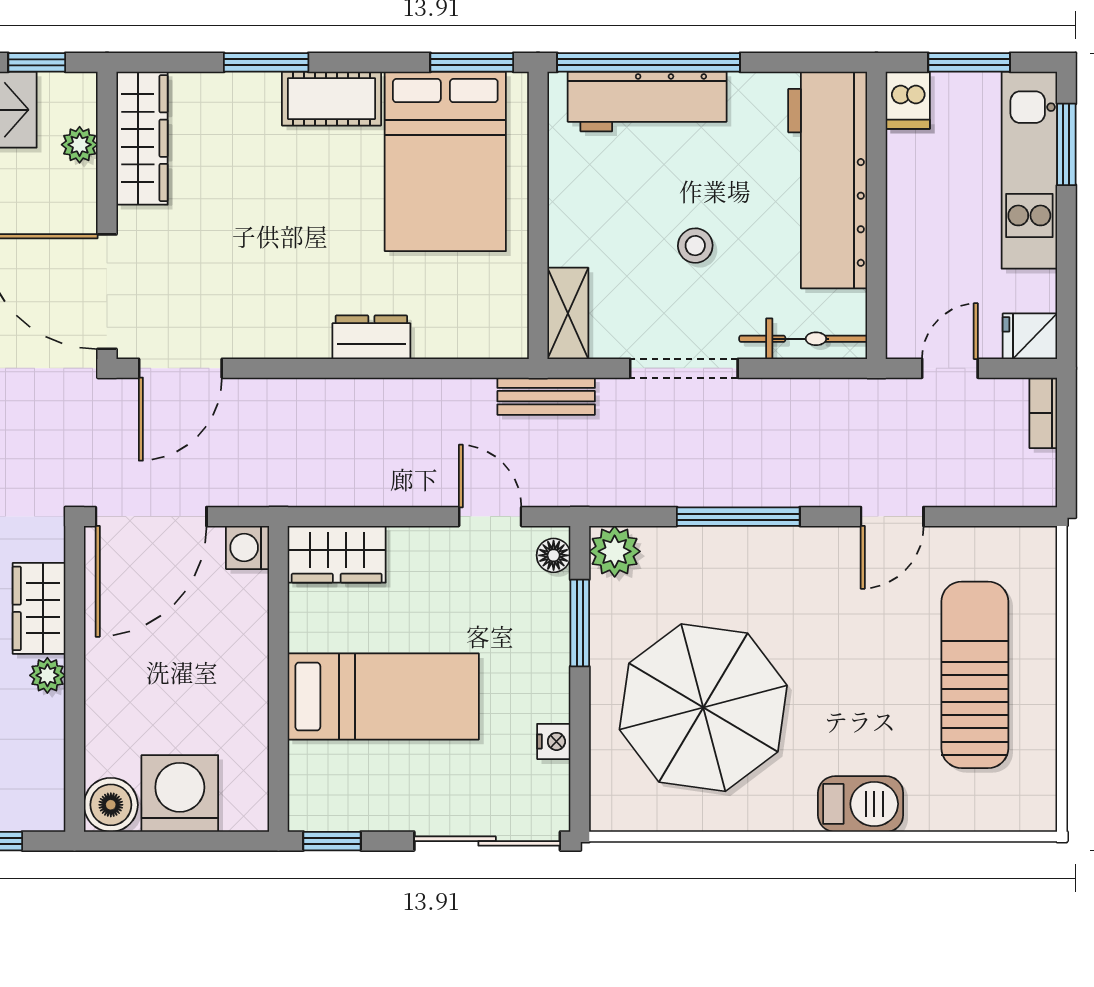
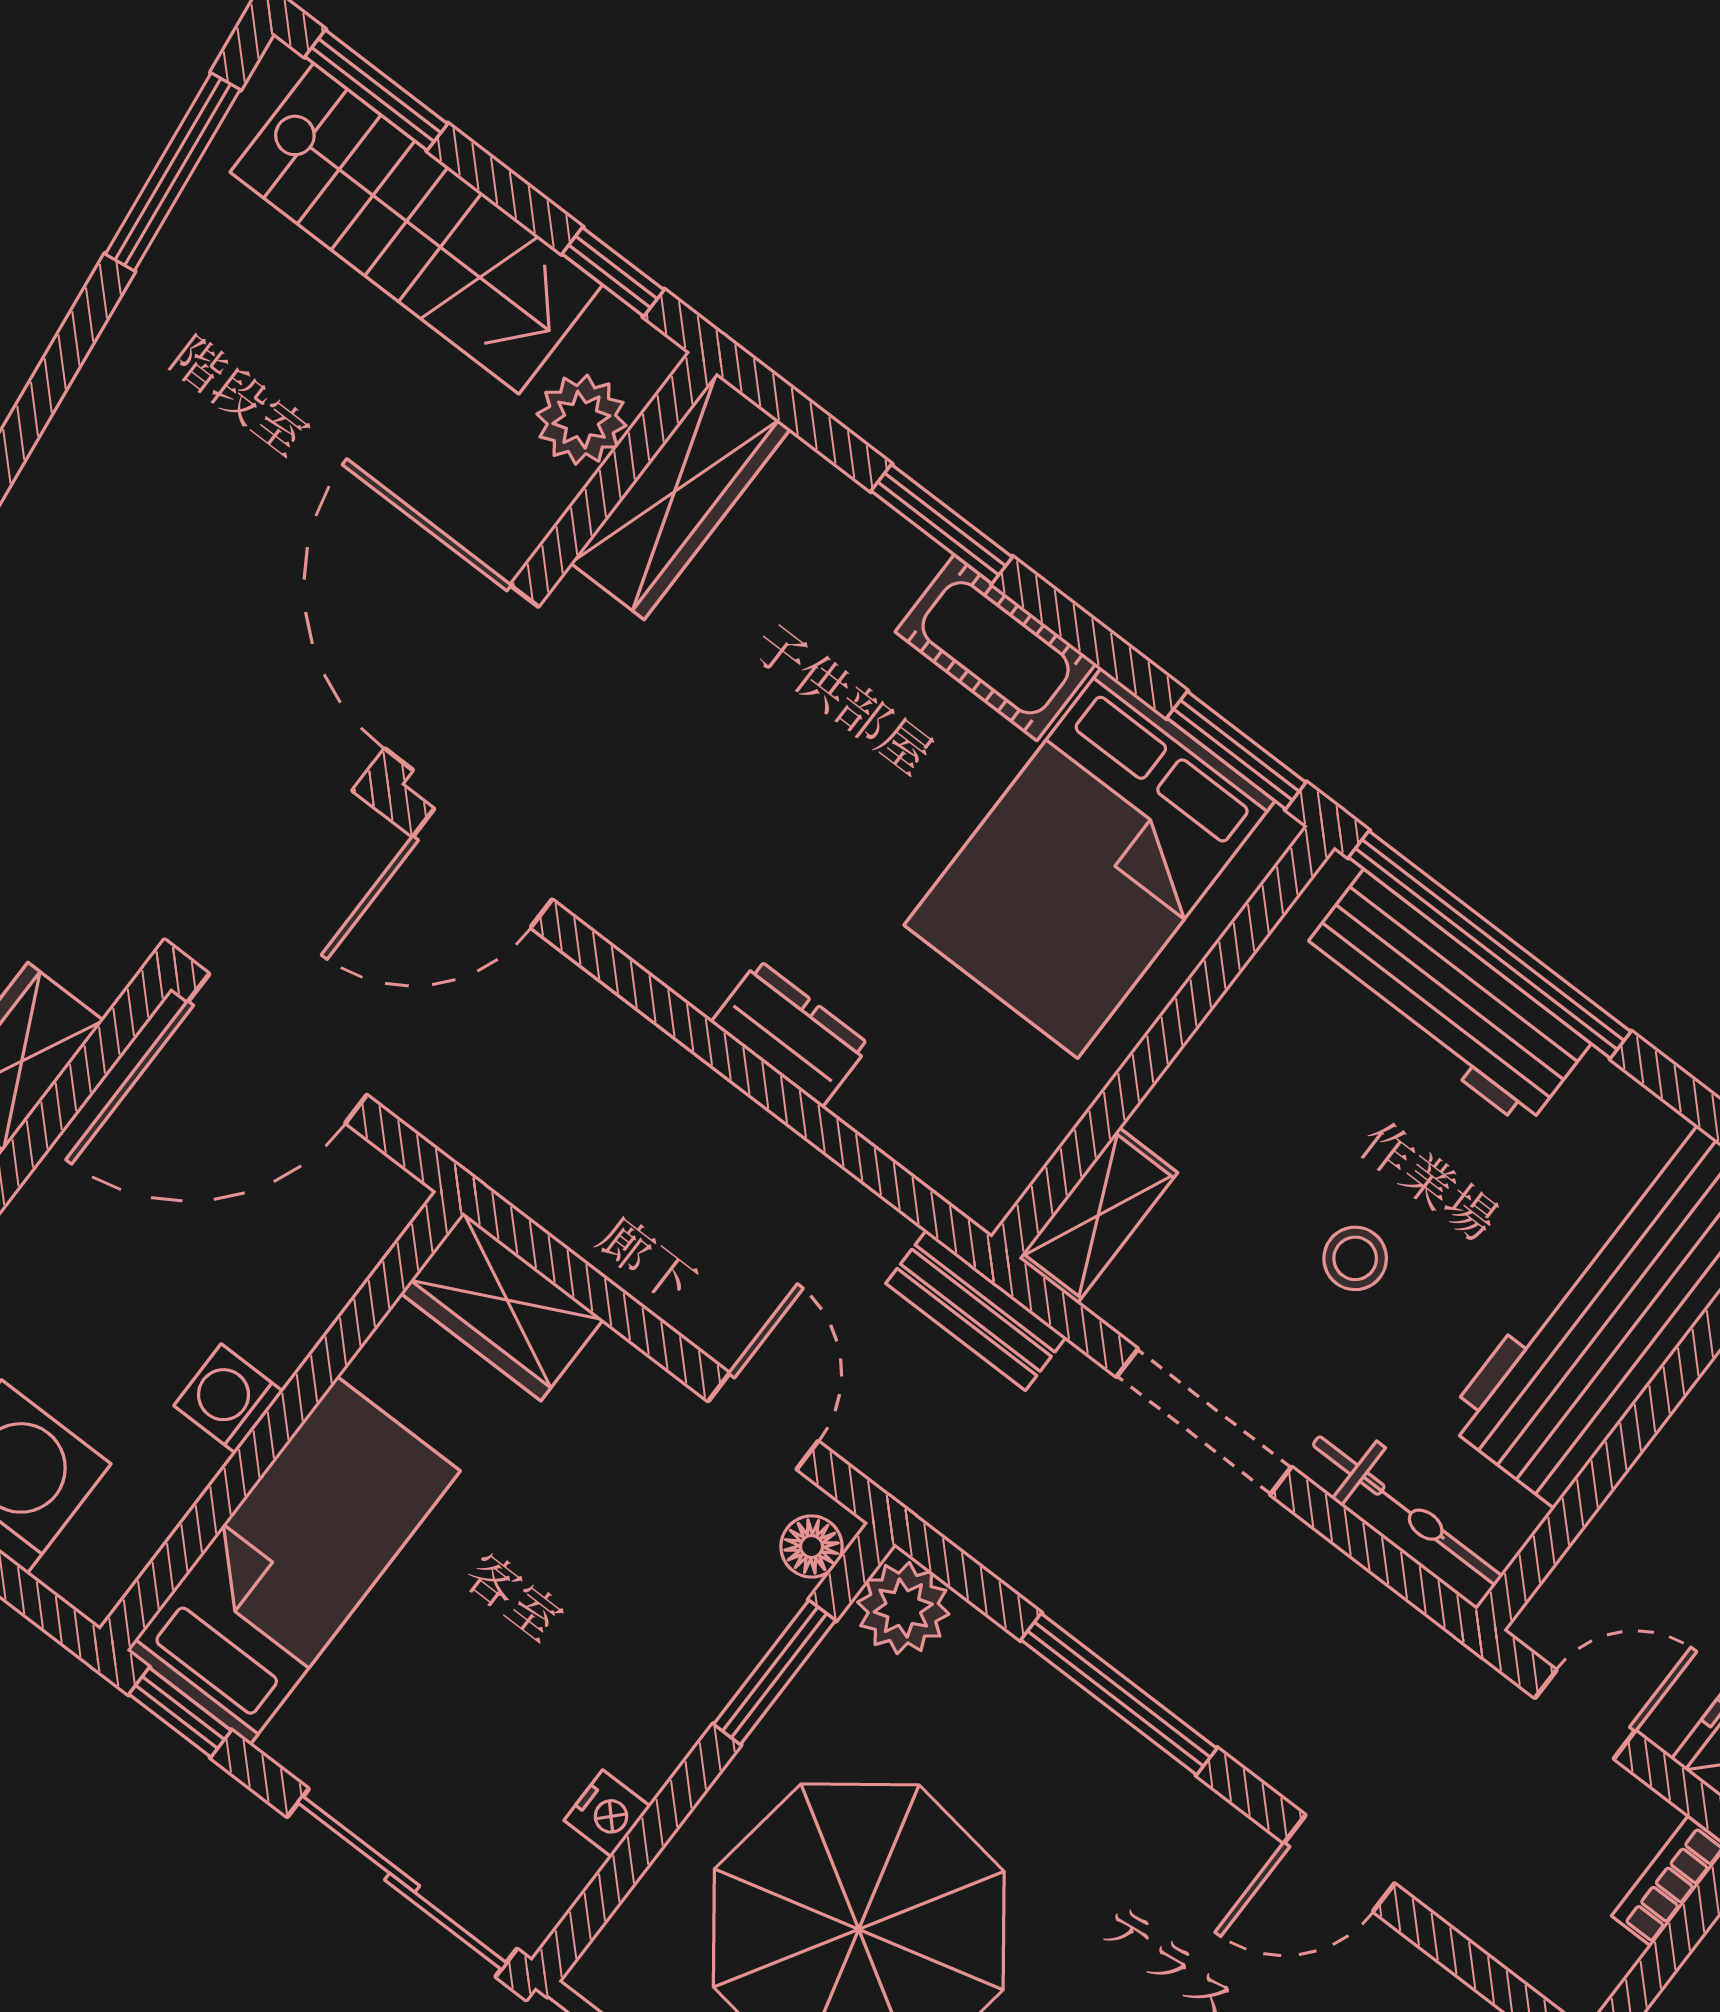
plant: (80, 145) -> (581, 420), width x1.38, depth x1.38
washing machine: (248, 547) -> (228, 1399), moved
bed: (383, 697) -> (293, 1561), moved, turned -90

